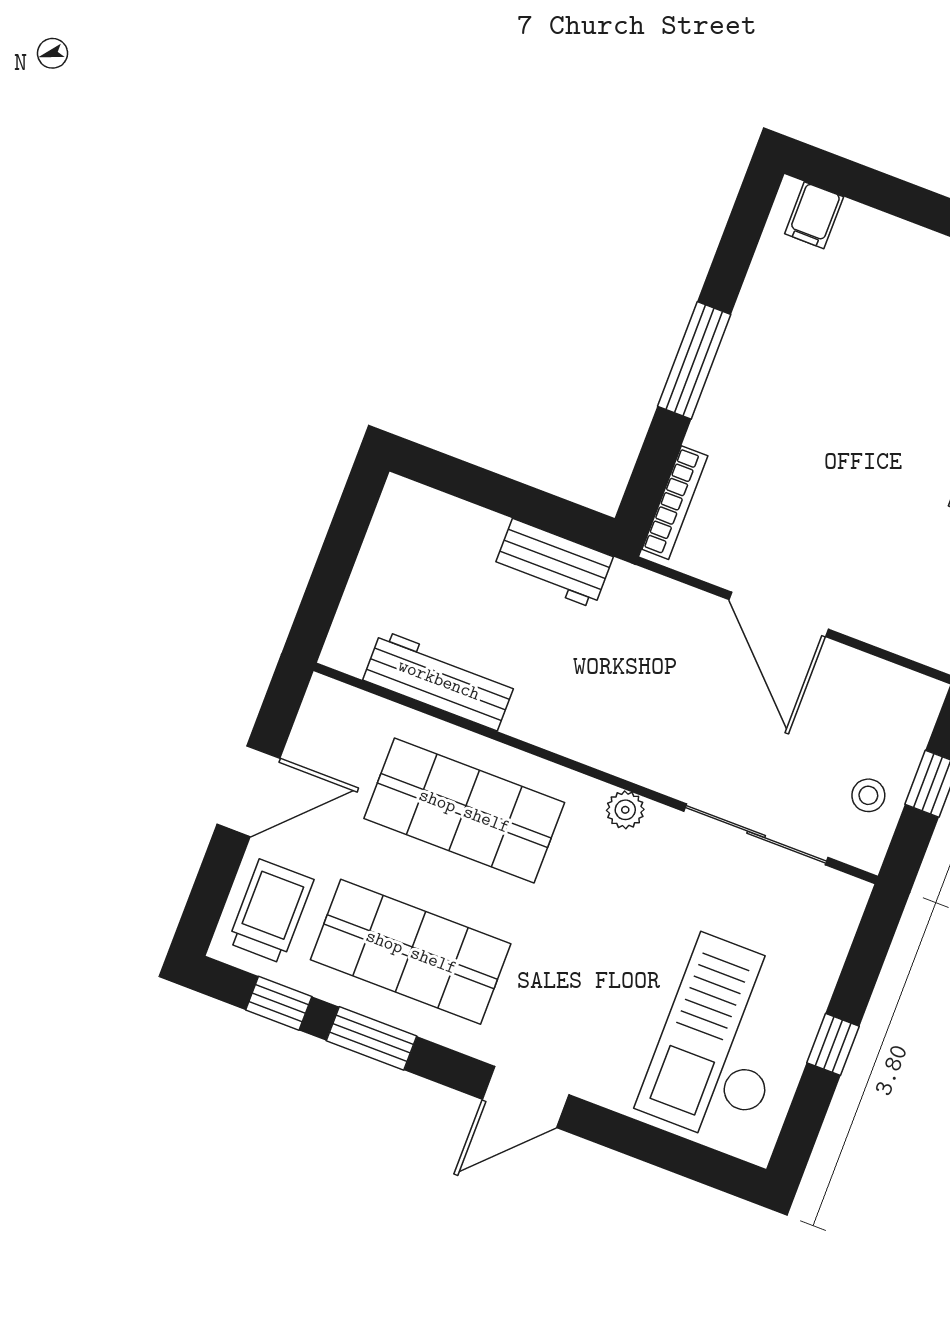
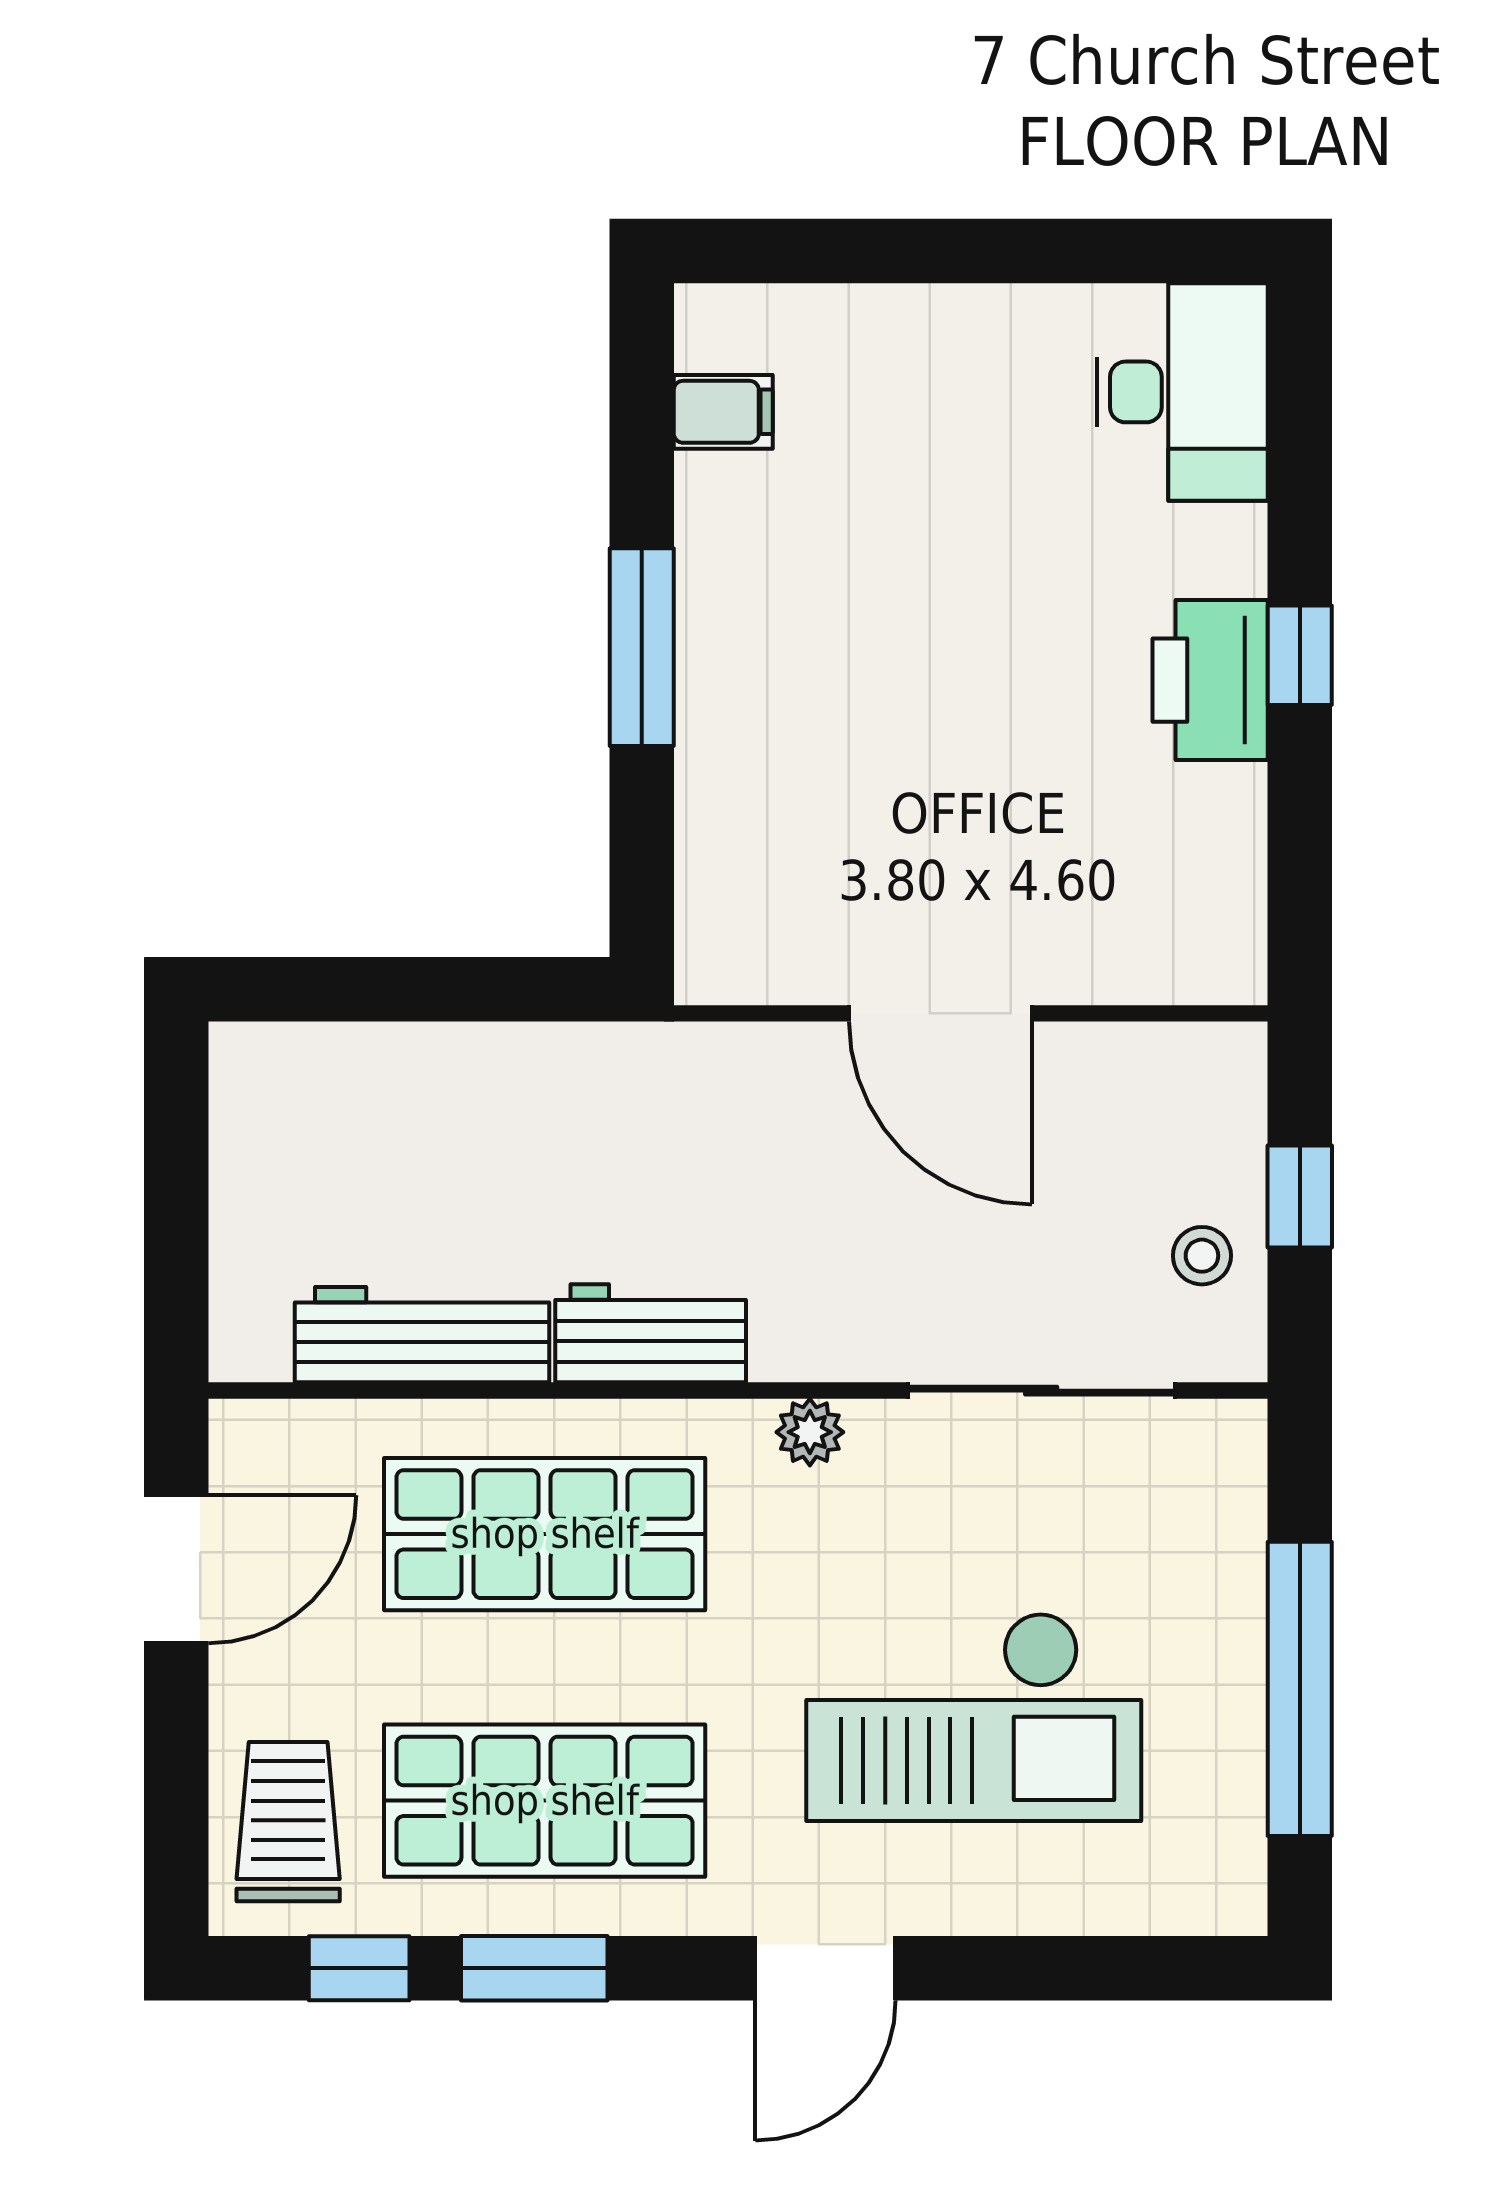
filing cabinet: (814, 215) -> (723, 412), moved, turned -90
bookcase: (675, 503) -> (699, 894), removed
workbench: (553, 563) -> (651, 1333), moved, turned 180
door: (248, 791) -> (176, 1569), moved
checkout: (723, 1041) -> (974, 1717), moved, turned -90
window: (833, 1044) -> (1300, 1689), width x3.17

